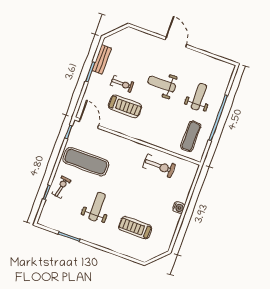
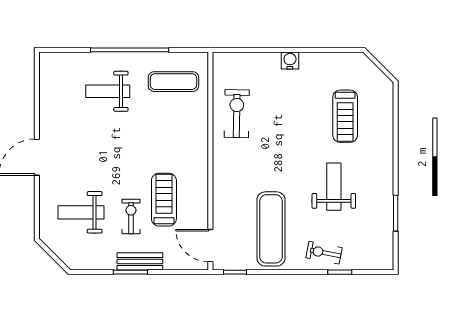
bench: (102, 59) -> (140, 261), moved
weight bench: (162, 84) -> (81, 212), moved, turned 90
door: (89, 123) -> (210, 246), hinge flipped
weight bench: (97, 207) -> (334, 187), turned 90

